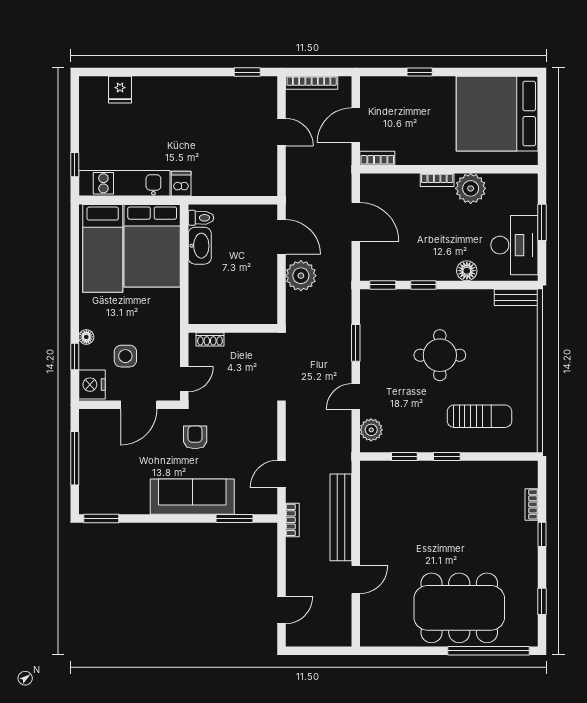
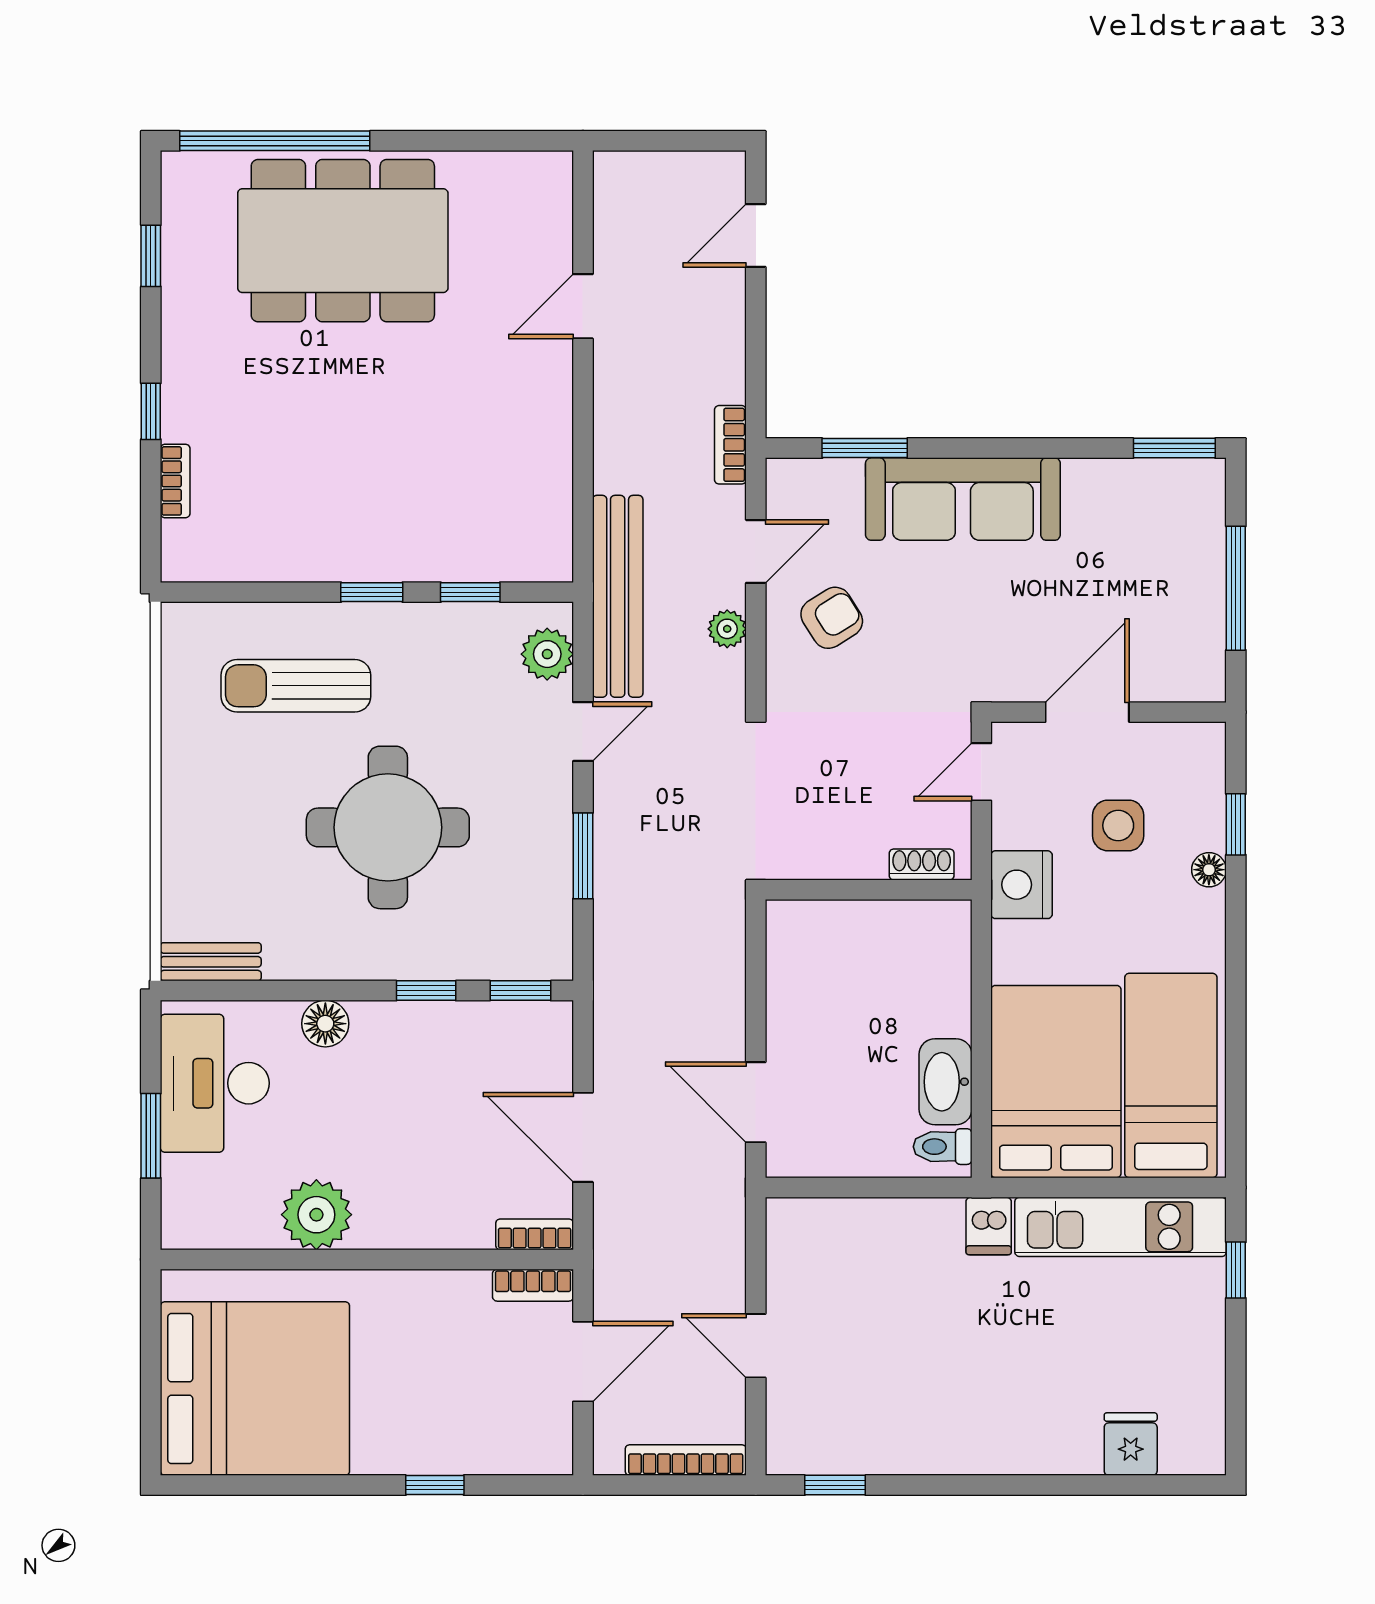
bookcase: (437, 180) -> (535, 1234), moved
plant: (301, 276) -> (727, 629), moved, width x0.53, depth x0.53
round table: (440, 355) -> (388, 827), width x1.36, depth x1.36
nightstand: (92, 385) -> (1022, 885), moved, turned 180
armchair: (195, 437) -> (832, 618), moved, turned -122
bench: (341, 517) -> (618, 596), moved

